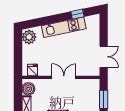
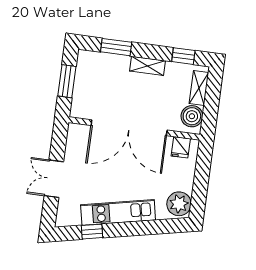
double door: (104, 57) -> (54, 179), moved
double door: (64, 77) -> (129, 128), width x1.87

